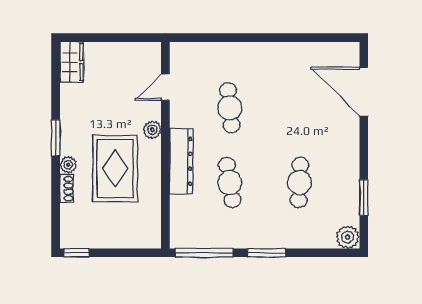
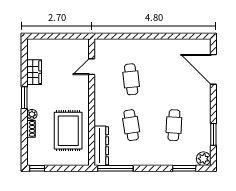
wardrobe: (72, 62) -> (34, 72), moved
plant: (152, 130) -> (84, 93), removed
dresser: (181, 161) -> (101, 146), moved
rug: (115, 168) -> (68, 131), moved
window: (266, 253) -> (184, 168), moved

